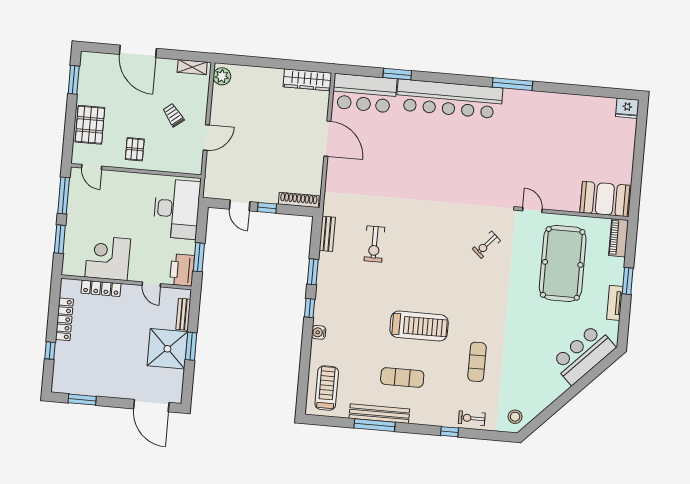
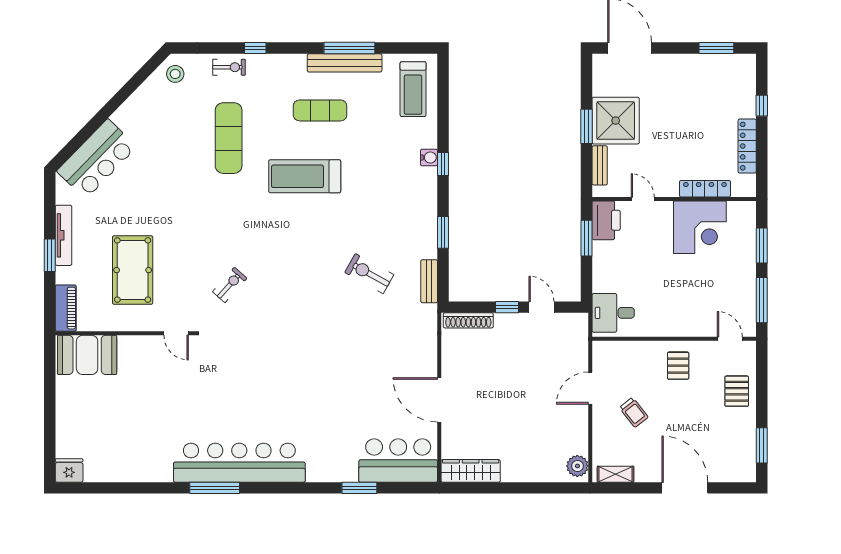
bar counter: (449, 99) -> (239, 463), moved
pallet: (90, 125) -> (737, 391), width x0.67, depth x0.71
desk: (177, 209) -> (613, 313), width x0.53, depth x0.77
exercise bike: (374, 244) -> (369, 274), turned -61
pool table: (563, 263) -> (133, 270), width x0.73, depth x0.76
tv unit: (615, 303) -> (64, 235), width x1.41
window: (310, 308) -> (443, 164), moved
exercise mat: (477, 362) -> (229, 138), width x1.36, depth x1.45

